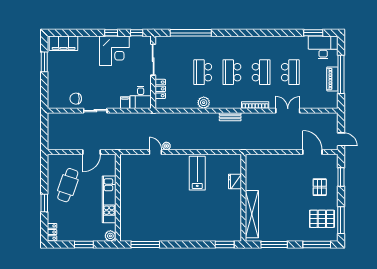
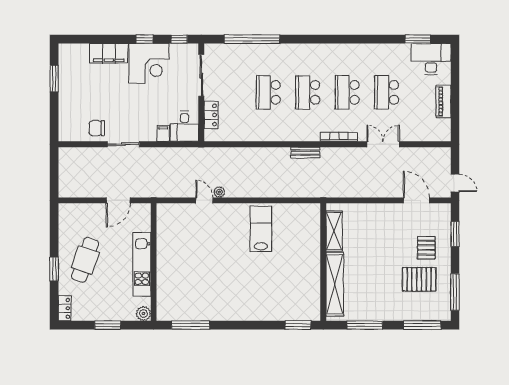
filing cabinet: (64, 43) -> (109, 53), moved
school desk: (261, 72) -> (347, 92), turned 180
school desk: (290, 72) -> (387, 92), turned 180
window: (341, 74) -> (455, 95), removed
plant: (204, 103) -> (270, 133), removed
shelving: (251, 175) -> (334, 231), added
fridge: (235, 181) -> (312, 240), removed
cafe table: (68, 185) -> (85, 260), moved
pallet: (322, 219) -> (419, 279), moved

